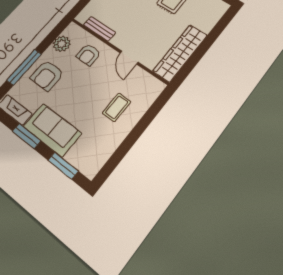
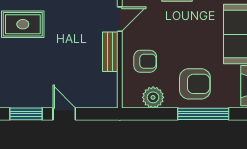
bench: (100, 29) -> (110, 52), moved

